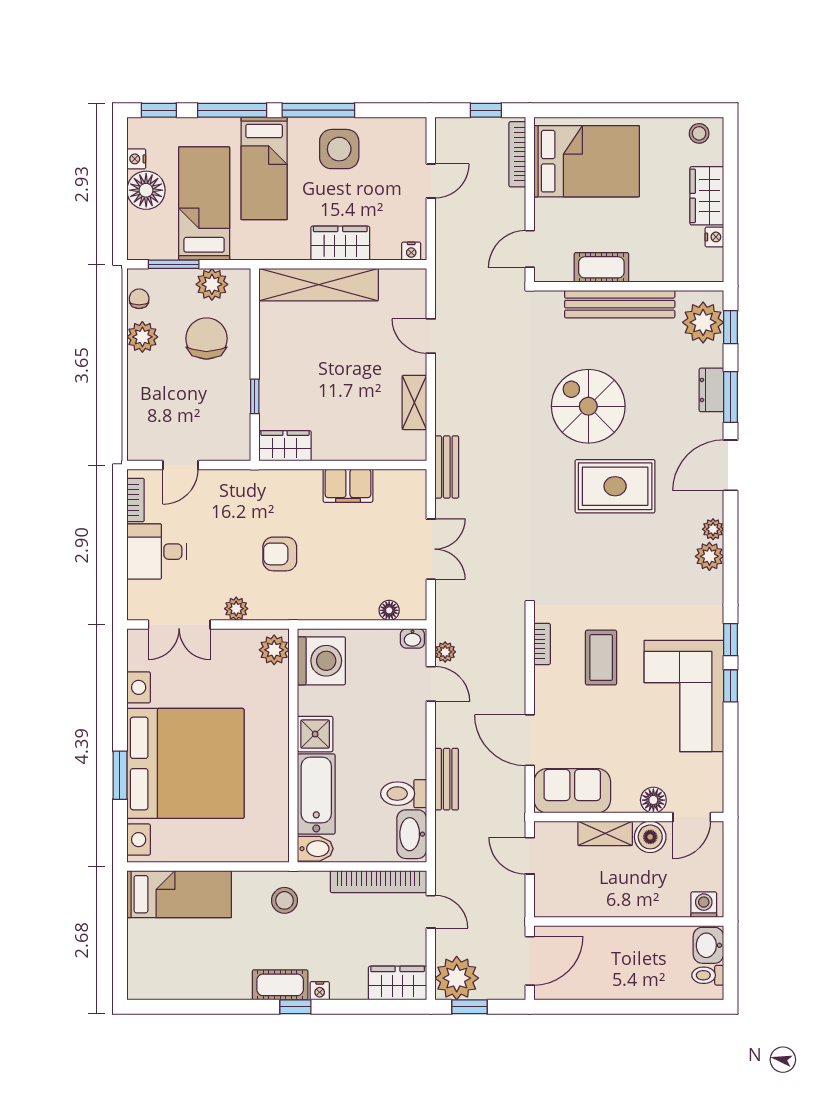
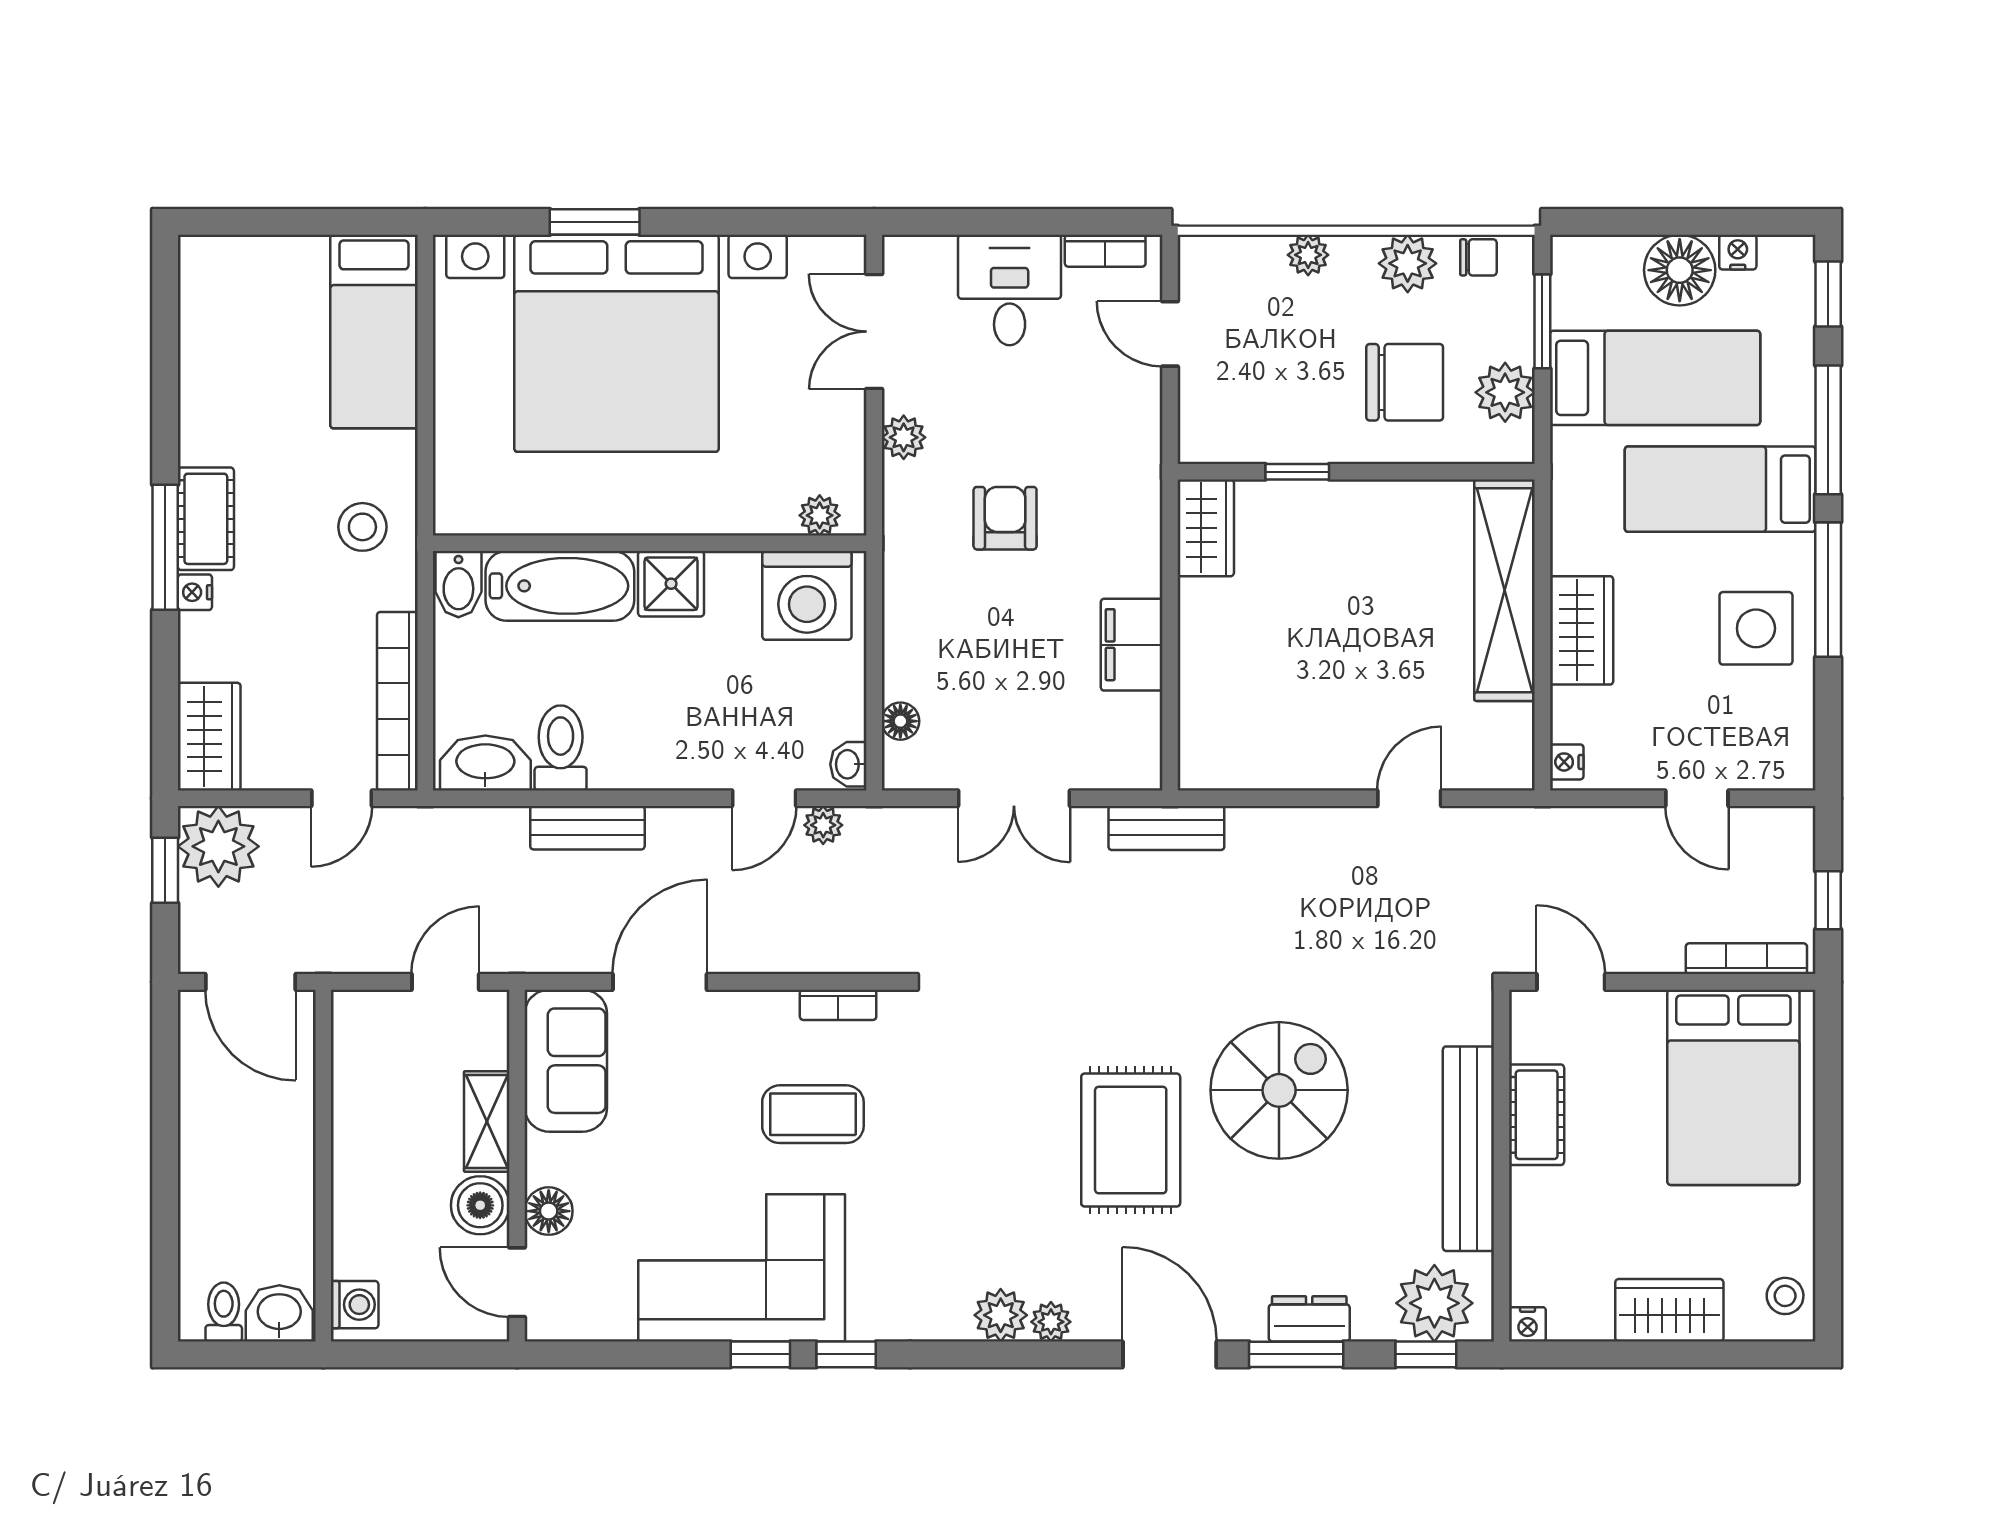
nightstand: (714, 237) -> (1527, 1324), moved
plant: (138, 391) -> (1308, 255), added
shelving: (414, 402) -> (1286, 768), removed
plant: (274, 650) -> (820, 515), width x0.73, depth x0.73
window: (295, 1007) -> (165, 547), width x2.17

